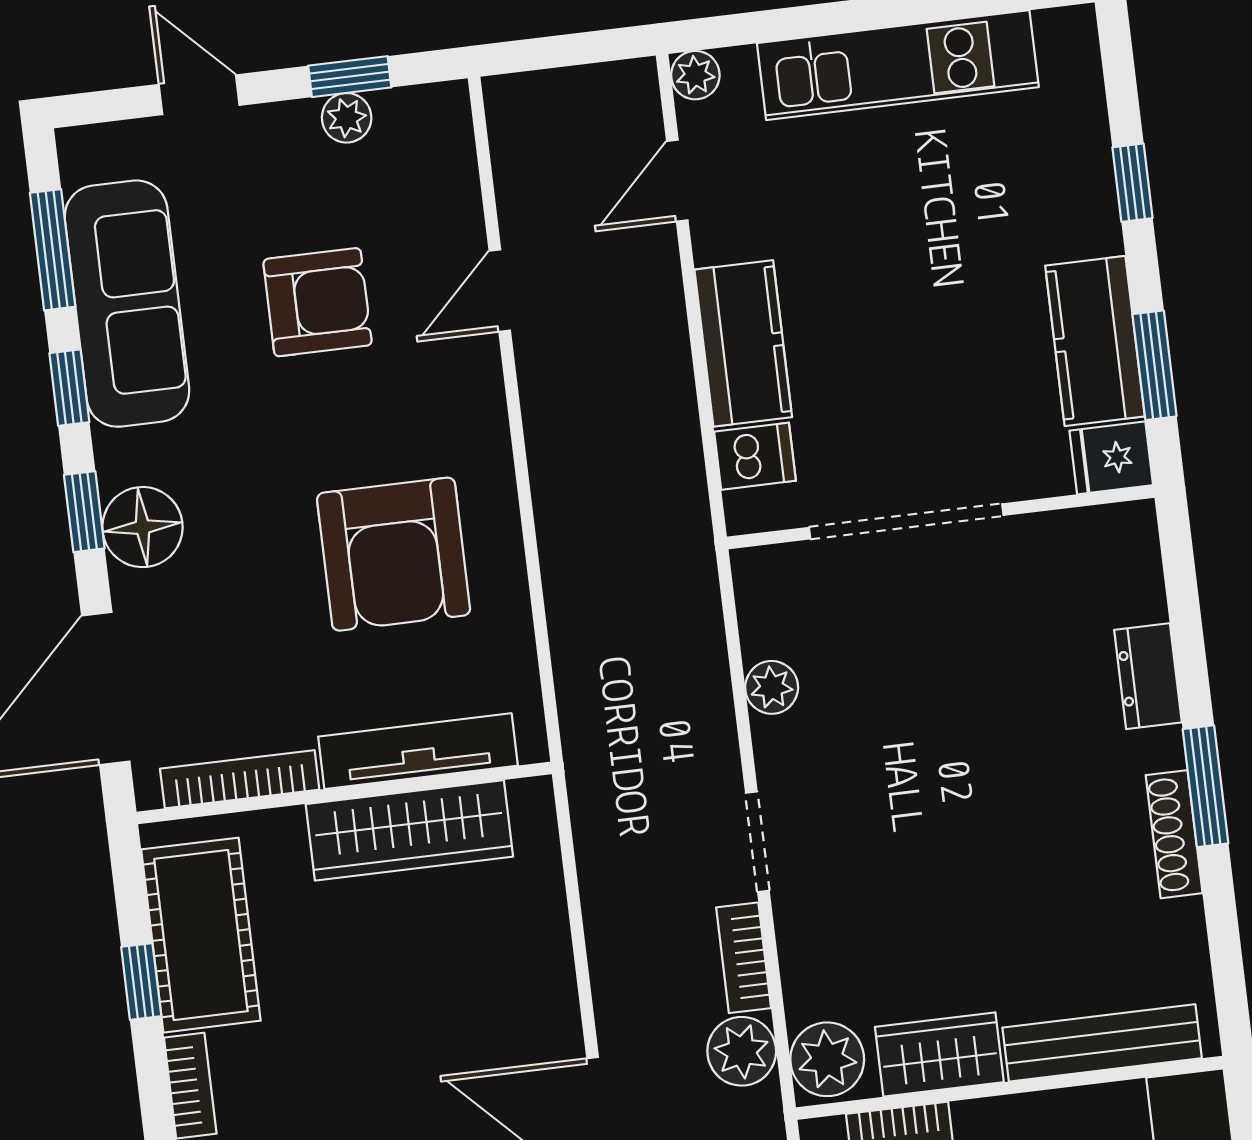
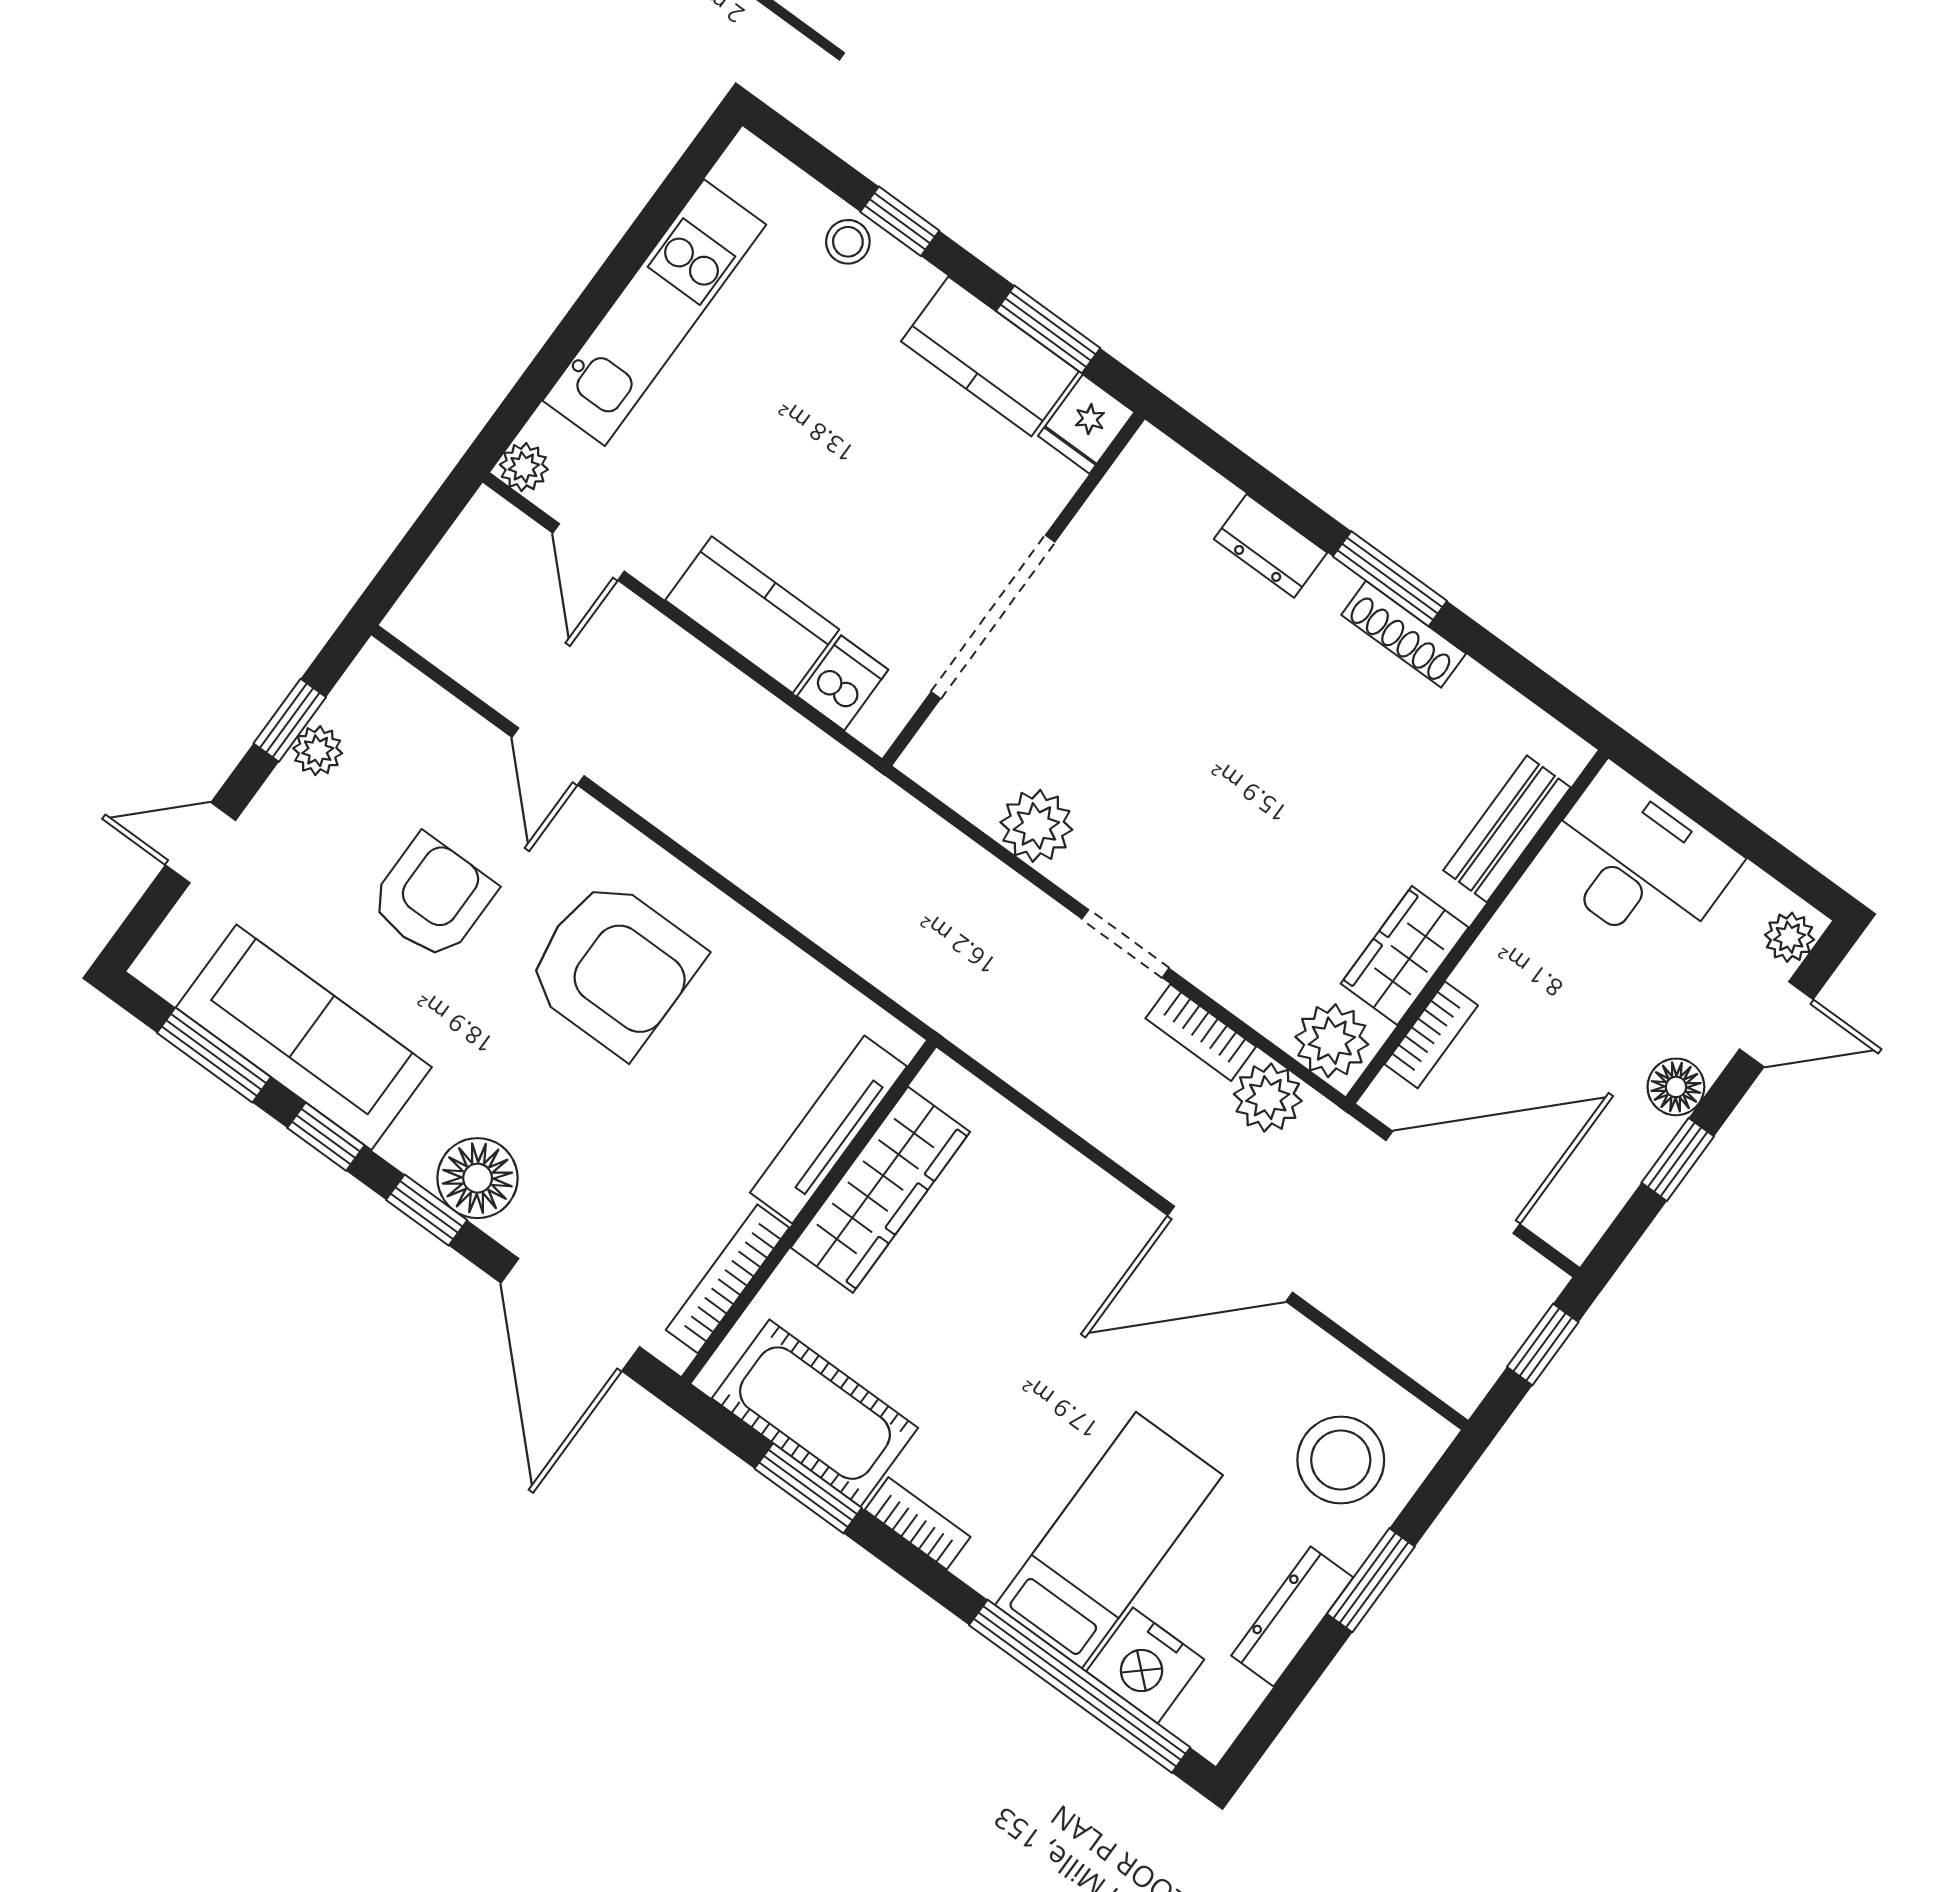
stool: (1082, 159) -> (848, 242), added
armchair: (394, 554) -> (614, 967), moved
plant: (772, 687) -> (1036, 826), width x1.38, depth x1.38
window: (141, 981) -> (808, 1488), width x1.50
bench: (1102, 1043) -> (1507, 829), width x0.73

